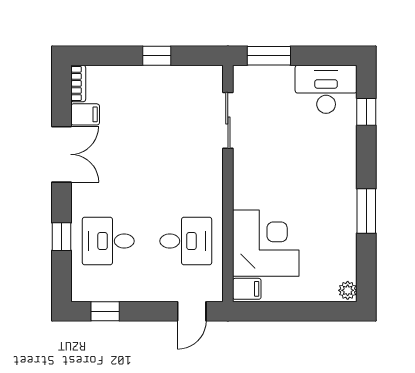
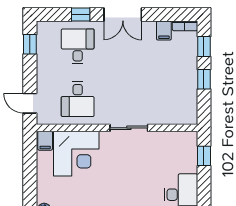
window: (108, 56) -> (204, 46), added
window: (269, 56) -> (204, 156), width x0.67
sliding door: (228, 120) -> (129, 128), moved
double door: (61, 154) -> (123, 14), moved

